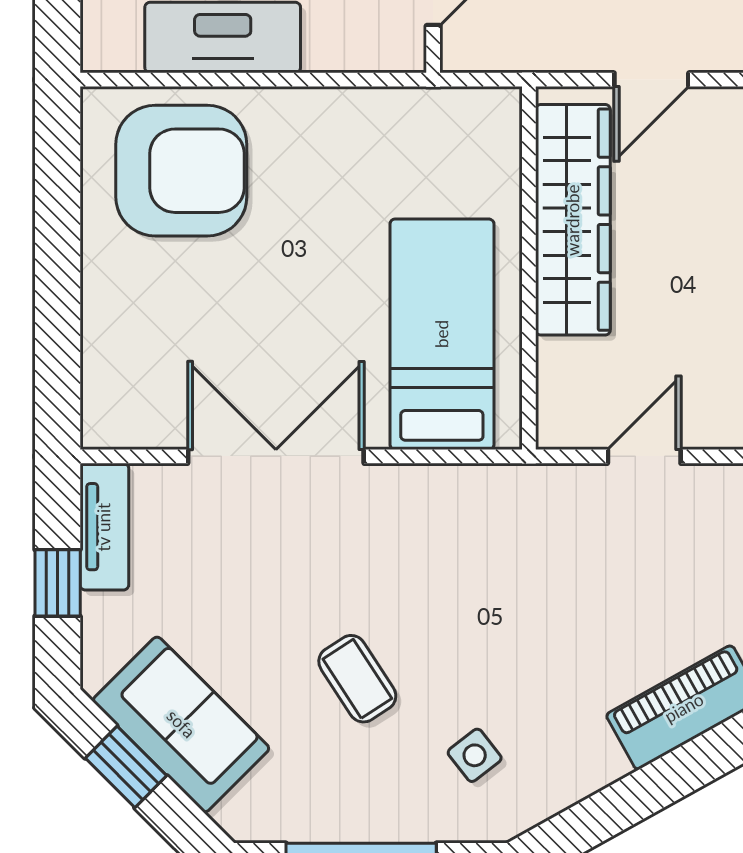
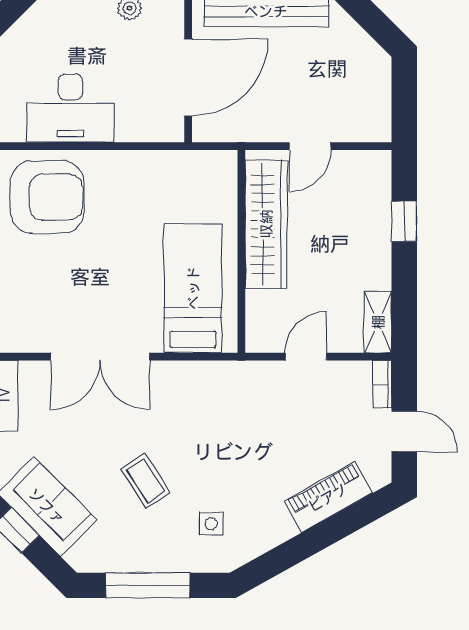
double door: (276, 456) -> (100, 357), swing flipped
side table: (475, 755) -> (211, 524), turned 38

